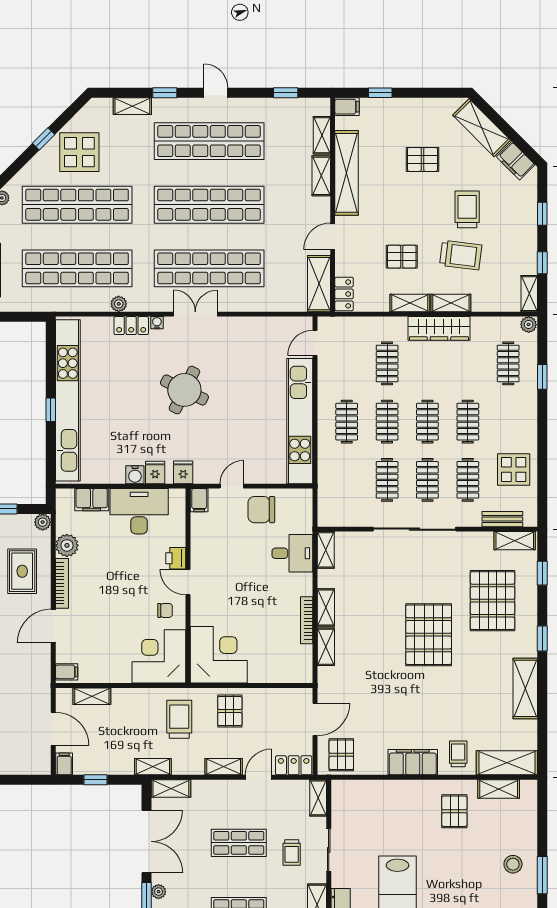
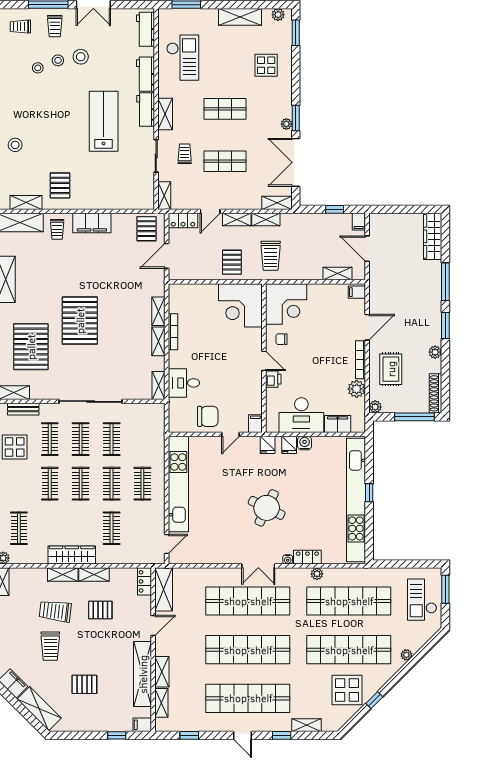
shelving: (153, 767) -> (266, 220), moved

